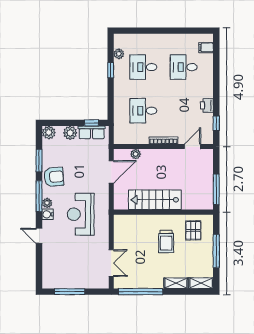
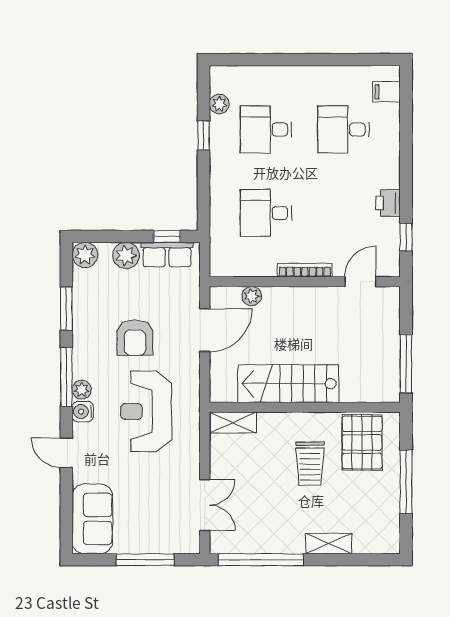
armchair: (54, 177) -> (135, 338), moved, turned 95
pallet: (193, 230) -> (362, 442), width x1.50, depth x1.42
sofa: (53, 270) -> (92, 519), added
shelving: (201, 283) -> (233, 422), moved
window: (70, 292) -> (145, 560), moved

